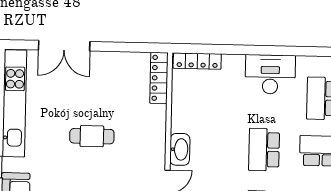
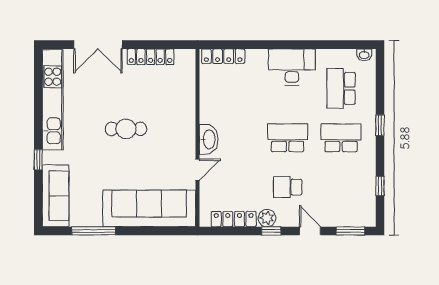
locker: (159, 78) -> (151, 57), moved, turned -90
school desk: (264, 150) -> (288, 138), turned 90

